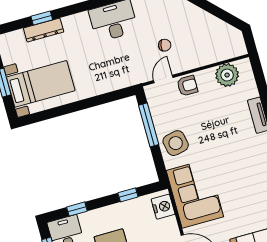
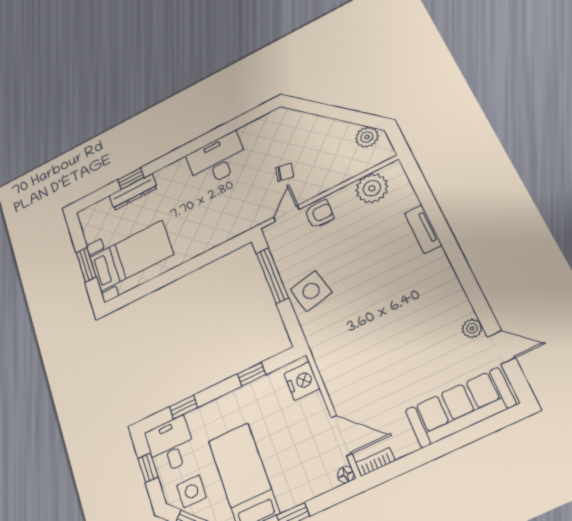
plant: (228, 33) -> (367, 137), added
corner sofa: (195, 194) -> (346, 354), removed

